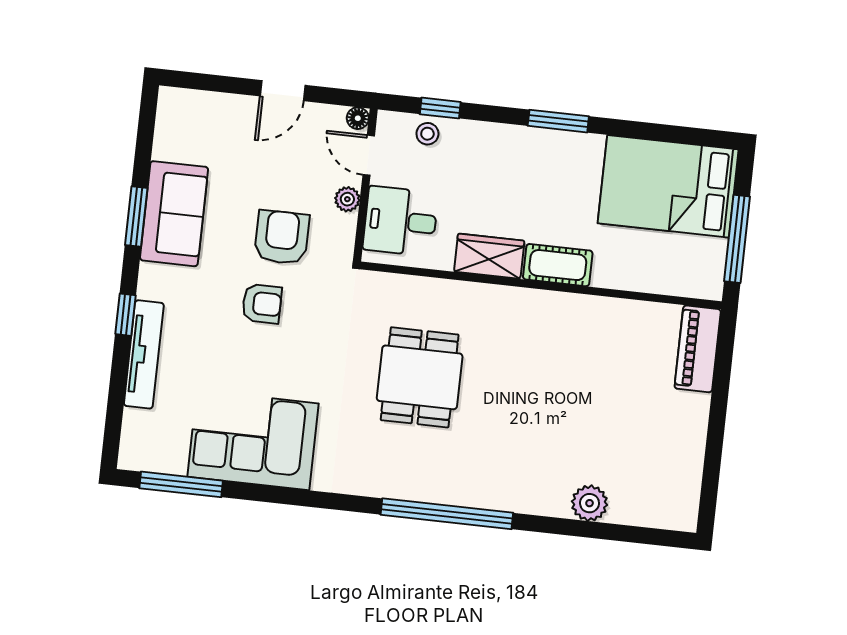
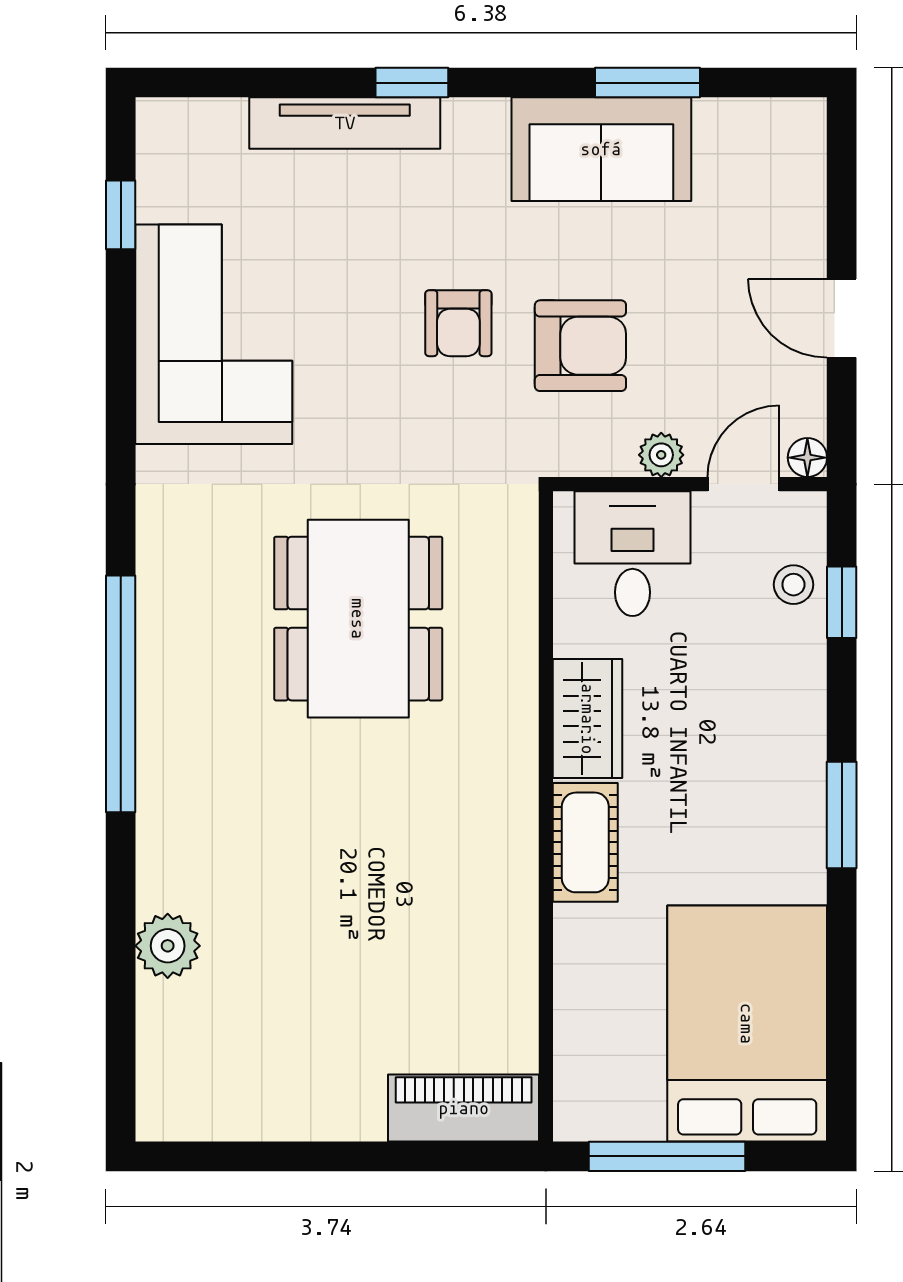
window: (136, 216) -> (647, 83), moved
dining table: (420, 377) -> (358, 619), width x1.38
window: (181, 484) -> (121, 215), width x0.46

